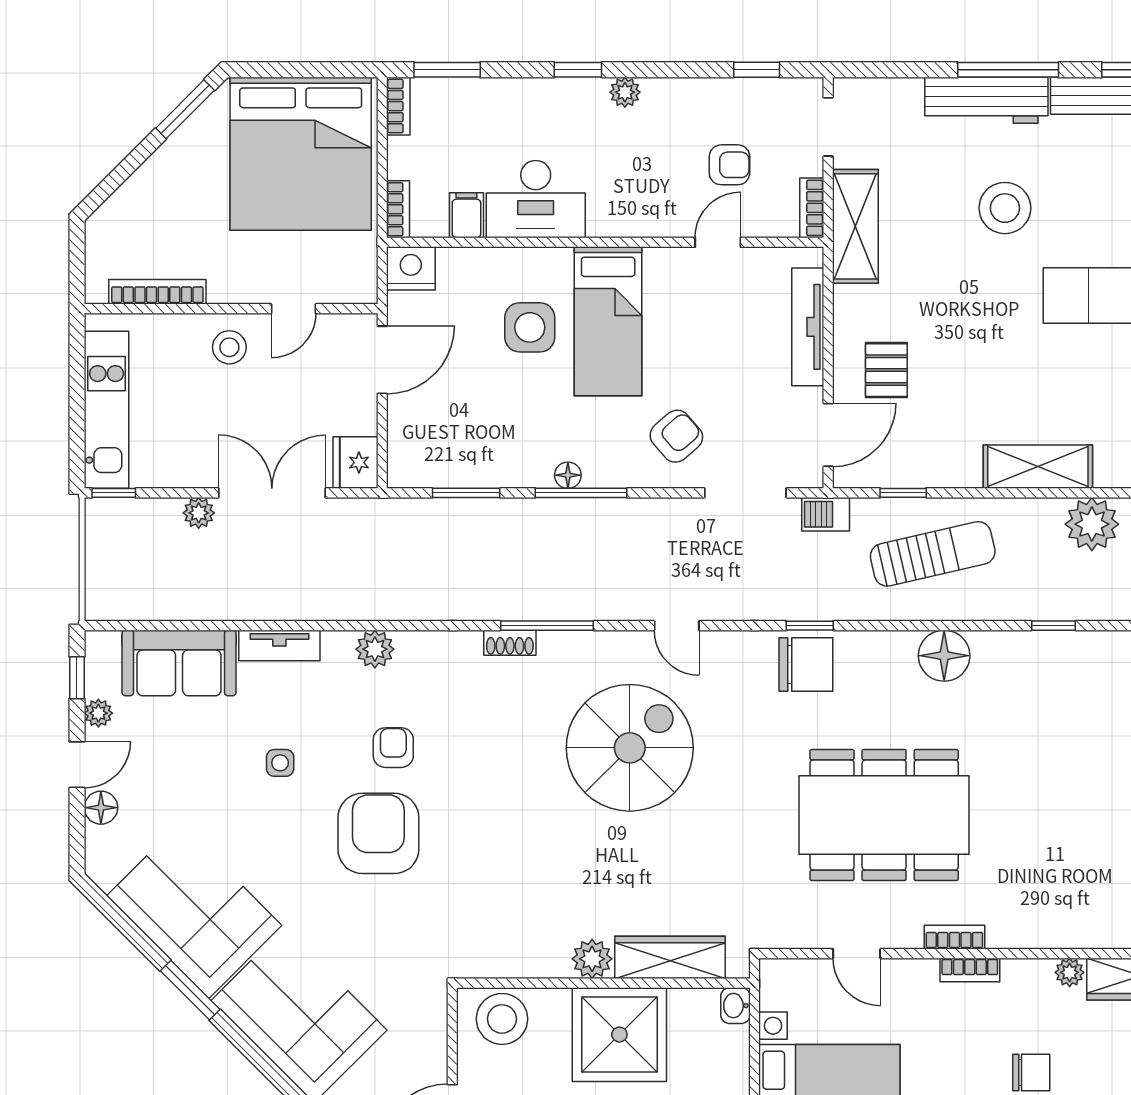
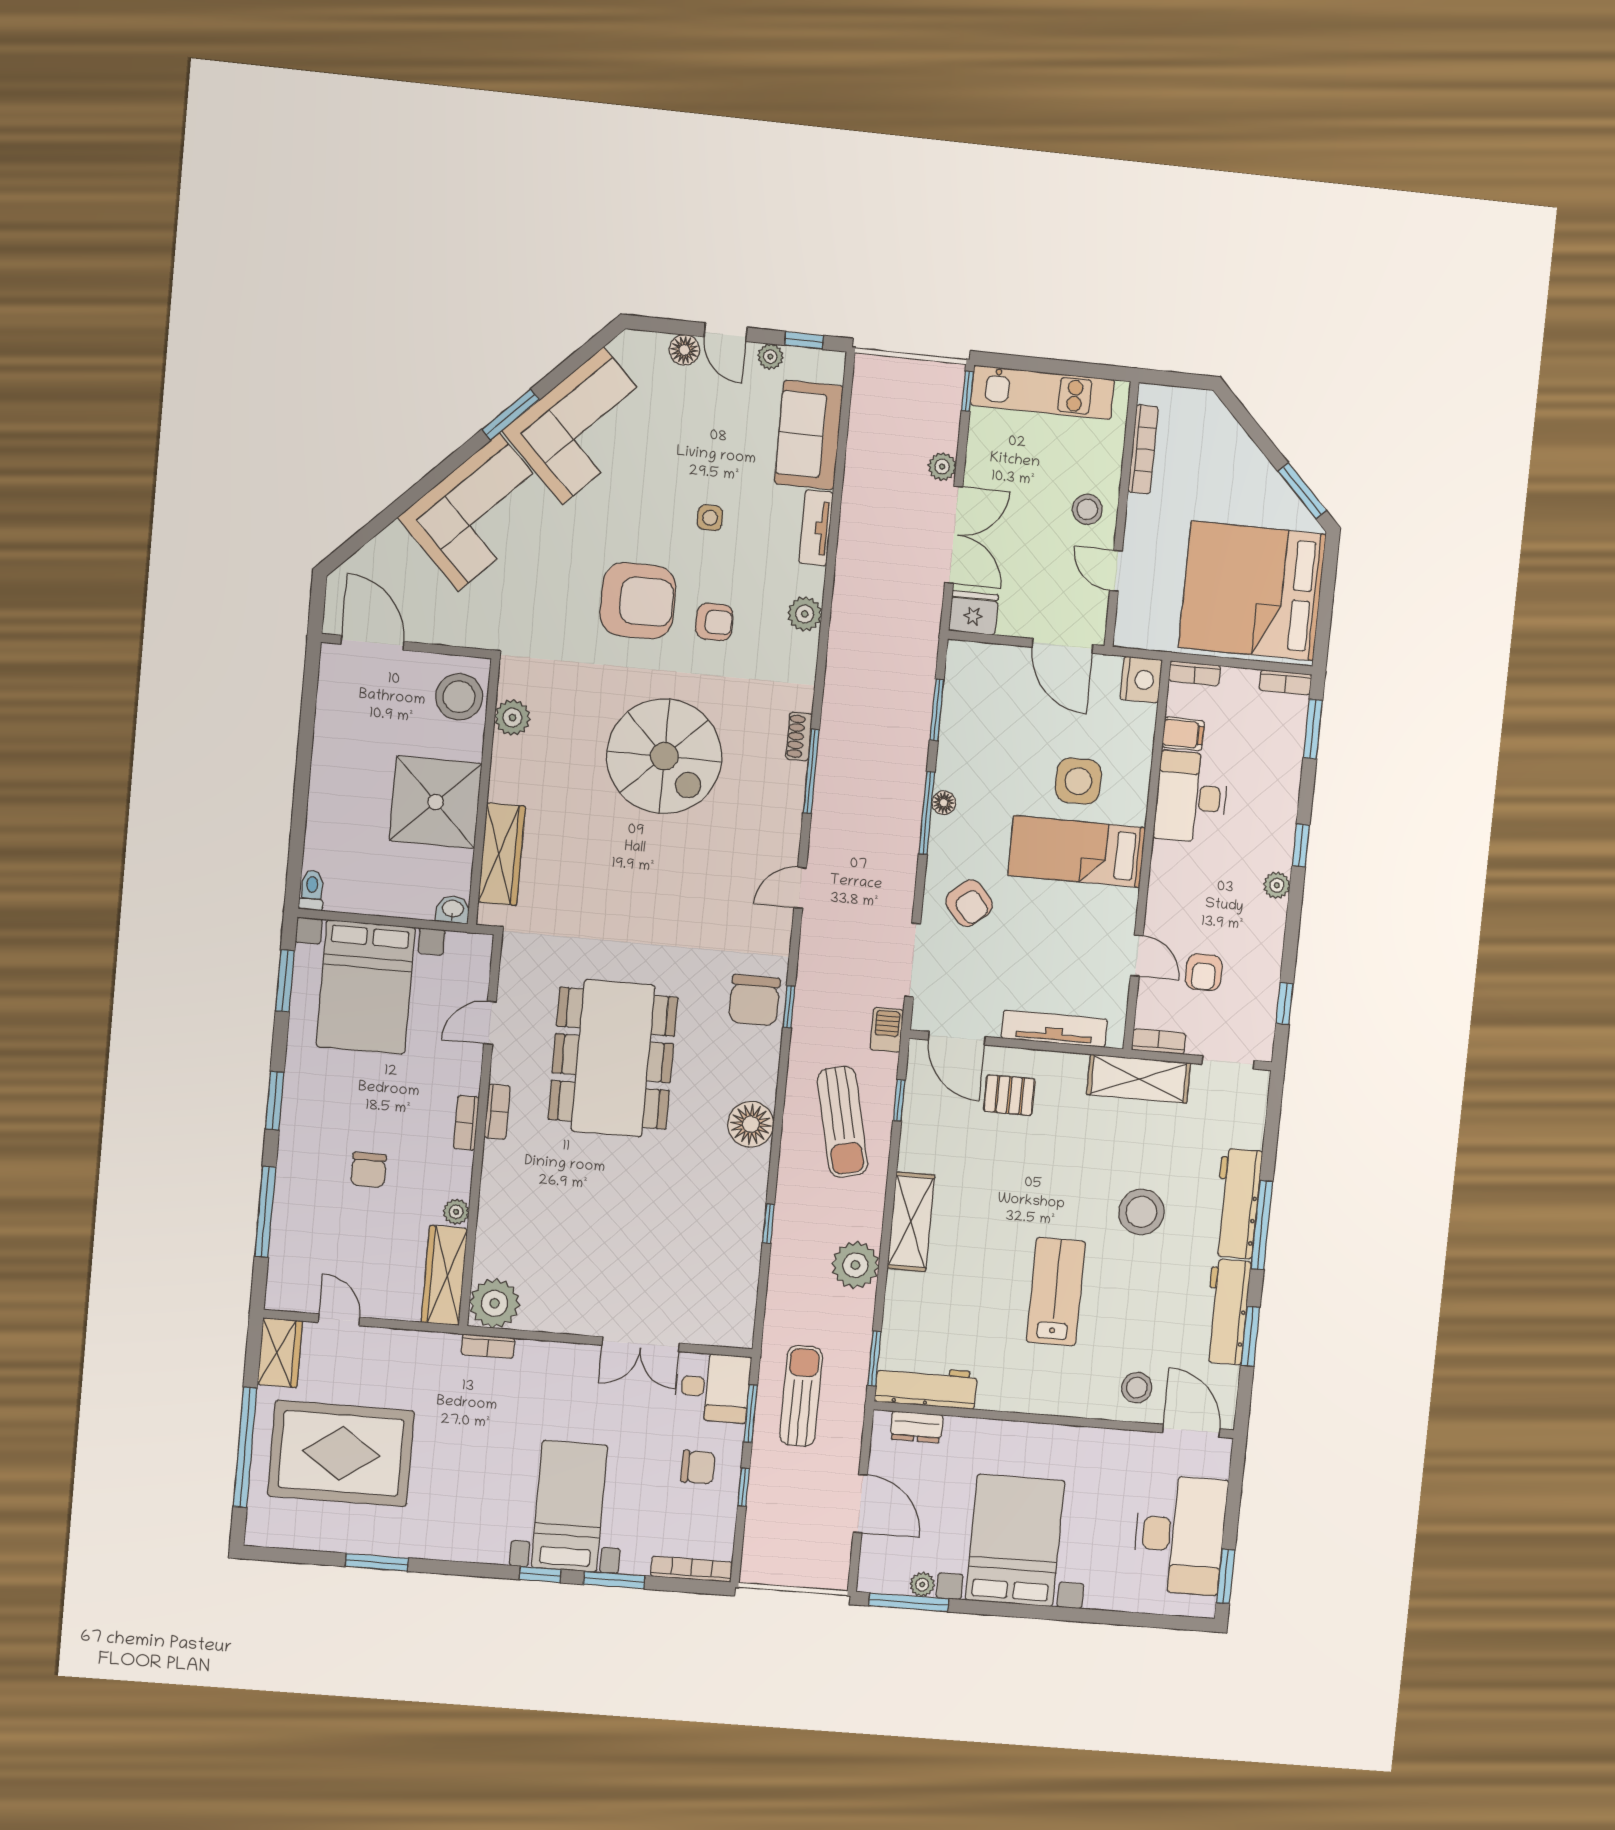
spiral stairs: (630, 748) -> (664, 756), moved
plant: (592, 959) -> (512, 718), moved

